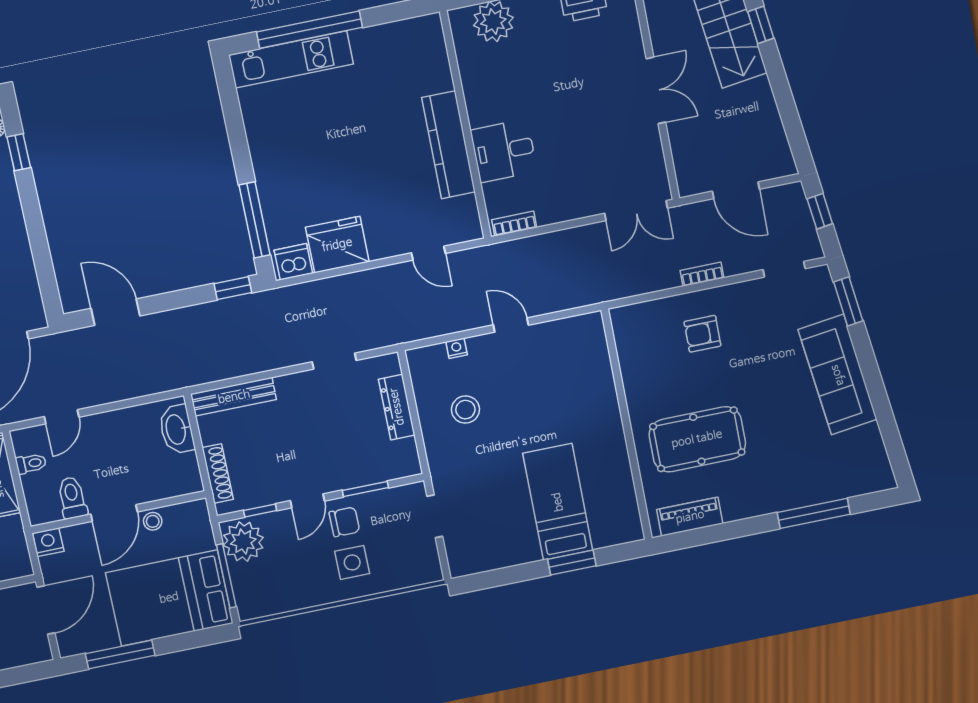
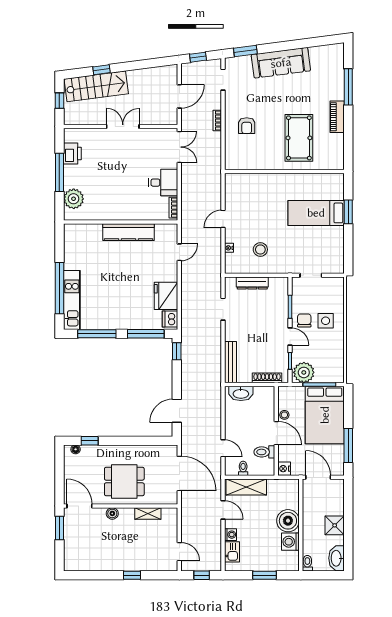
window: (234, 123) -> (97, 334), added
desk: (504, 151) -> (163, 183), moved, turned -90
piano: (690, 517) -> (337, 117), moved

